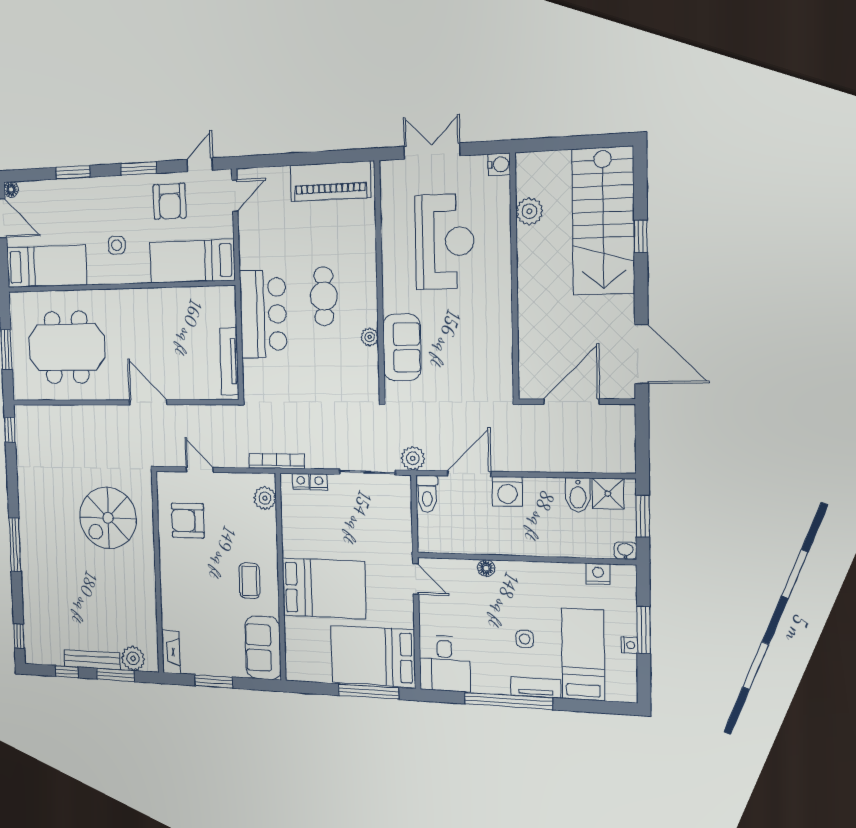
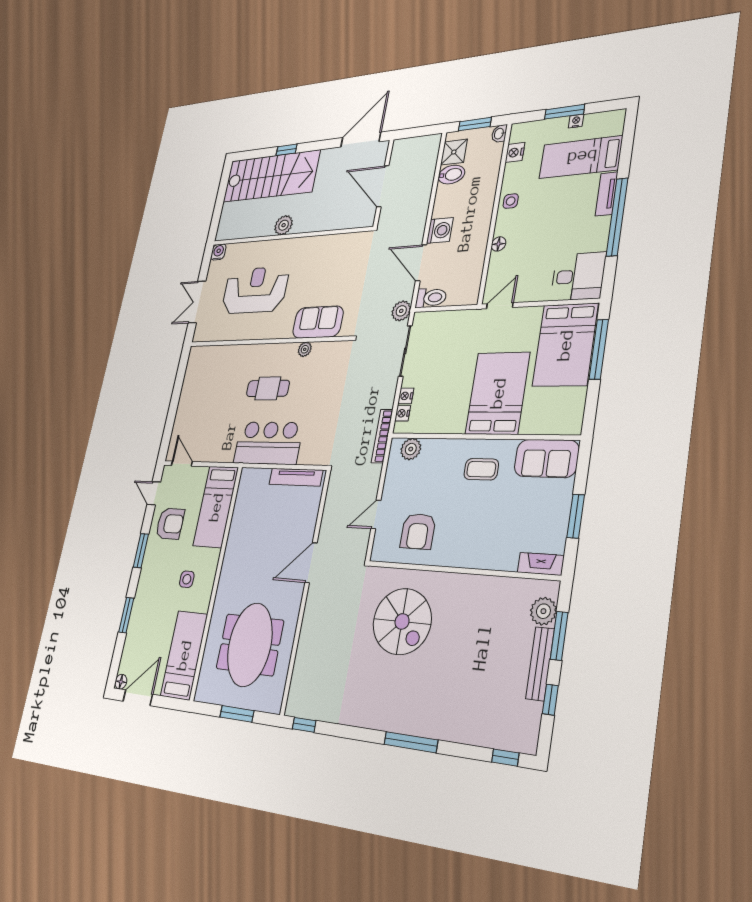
piano: (330, 181) -> (194, 382), removed
plant: (529, 211) -> (284, 225), moved
side table: (525, 639) -> (511, 201), moved

